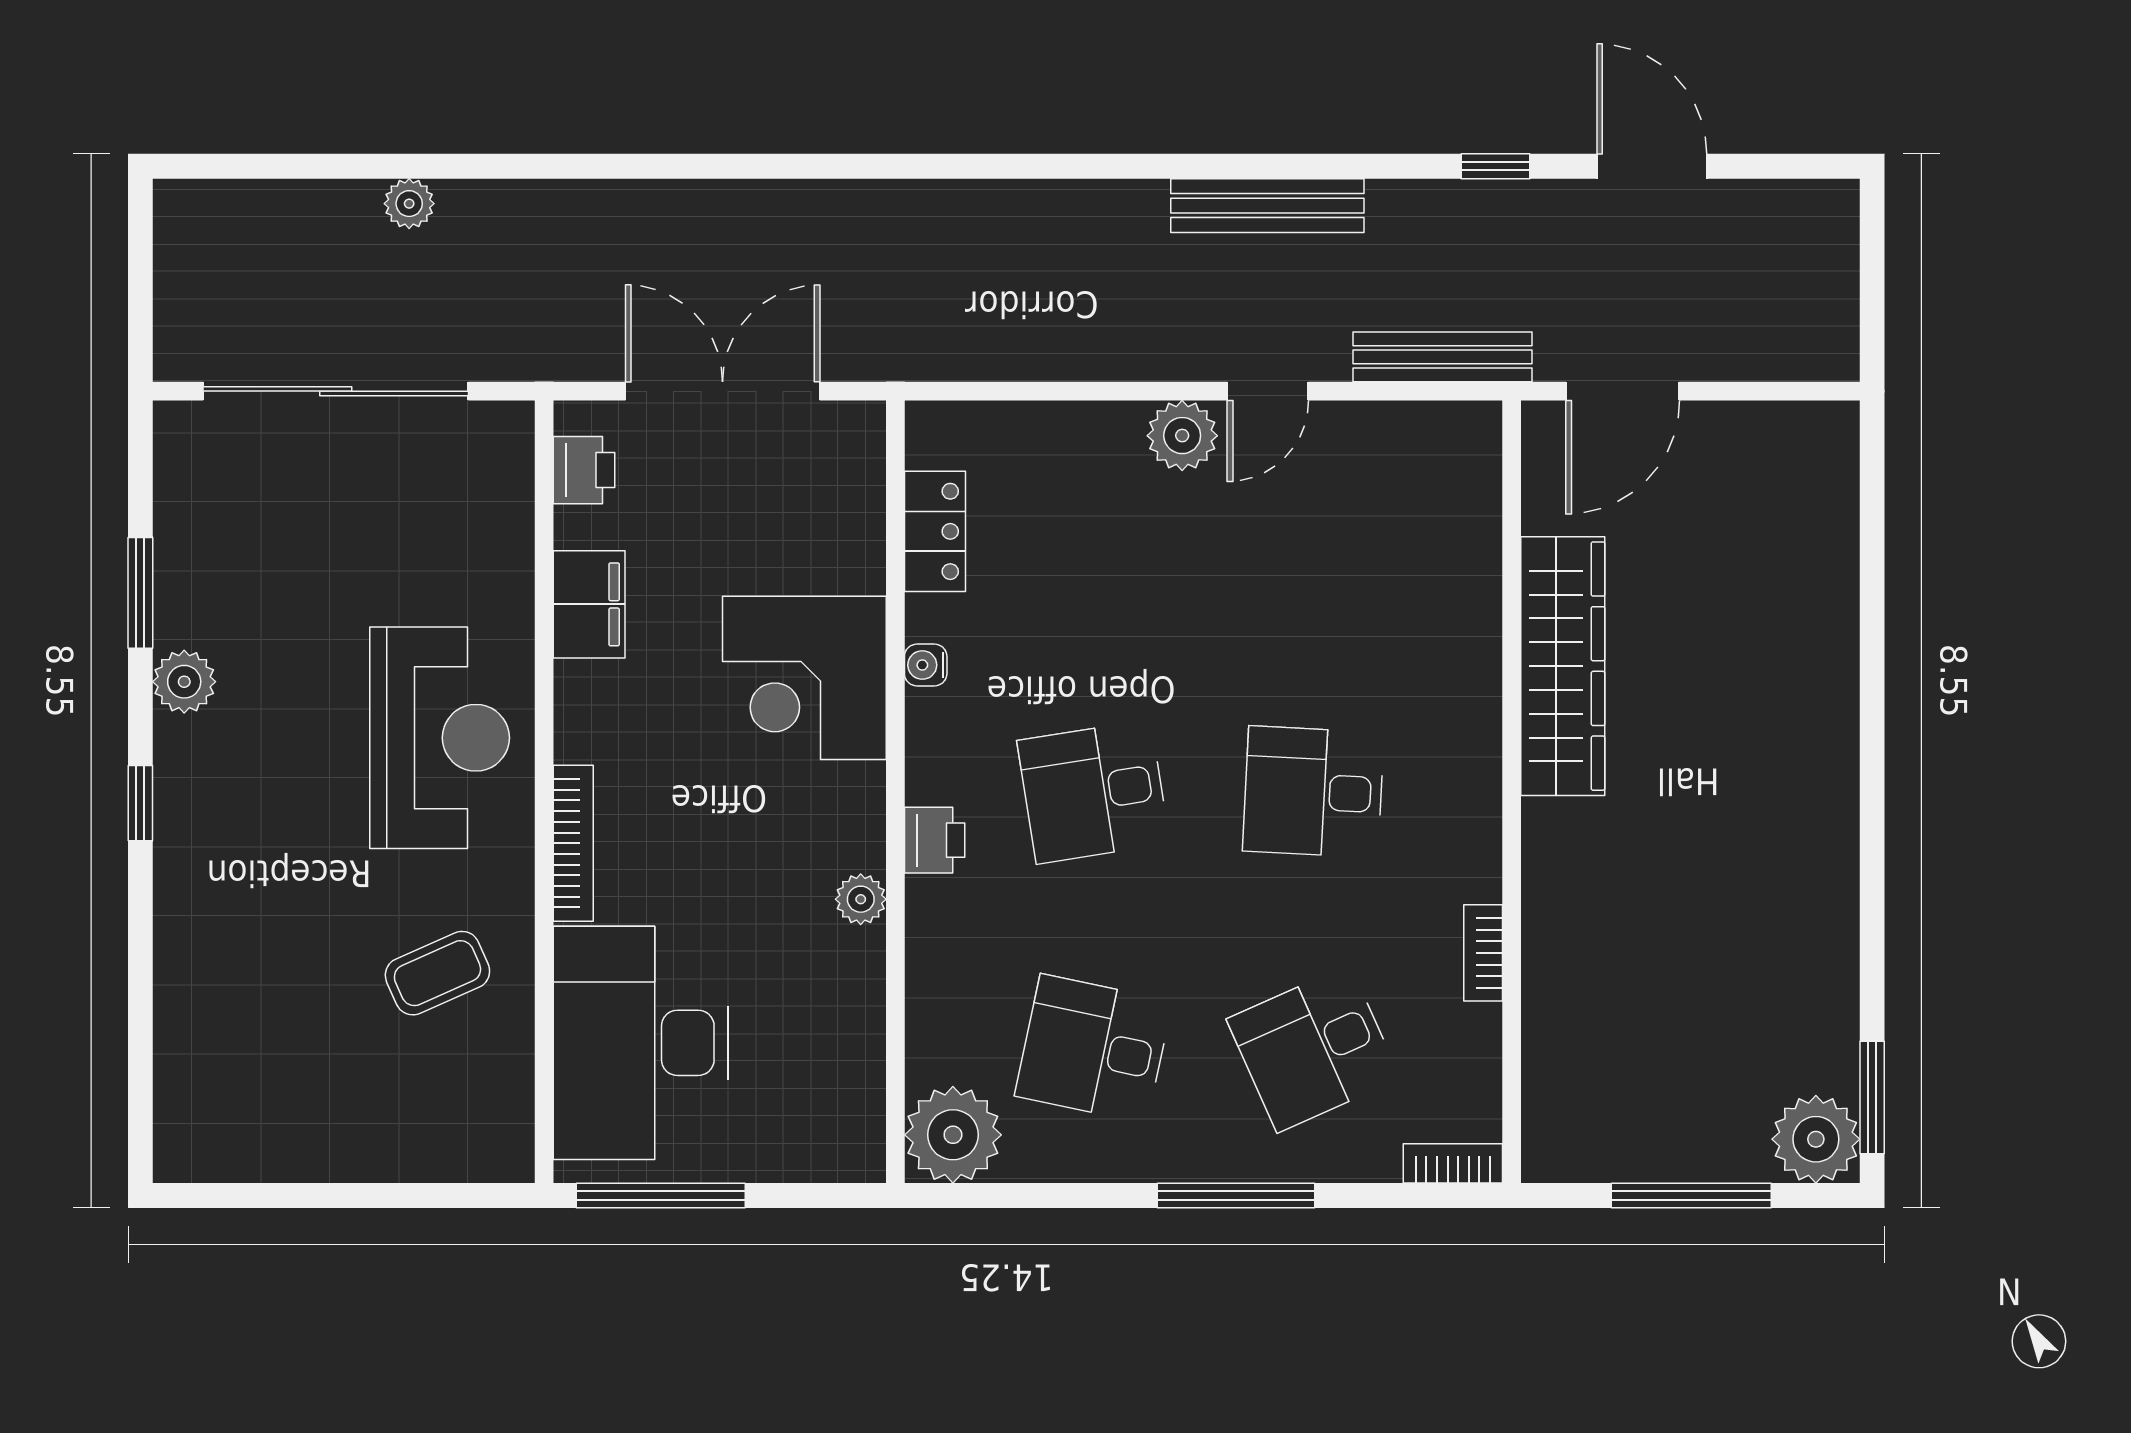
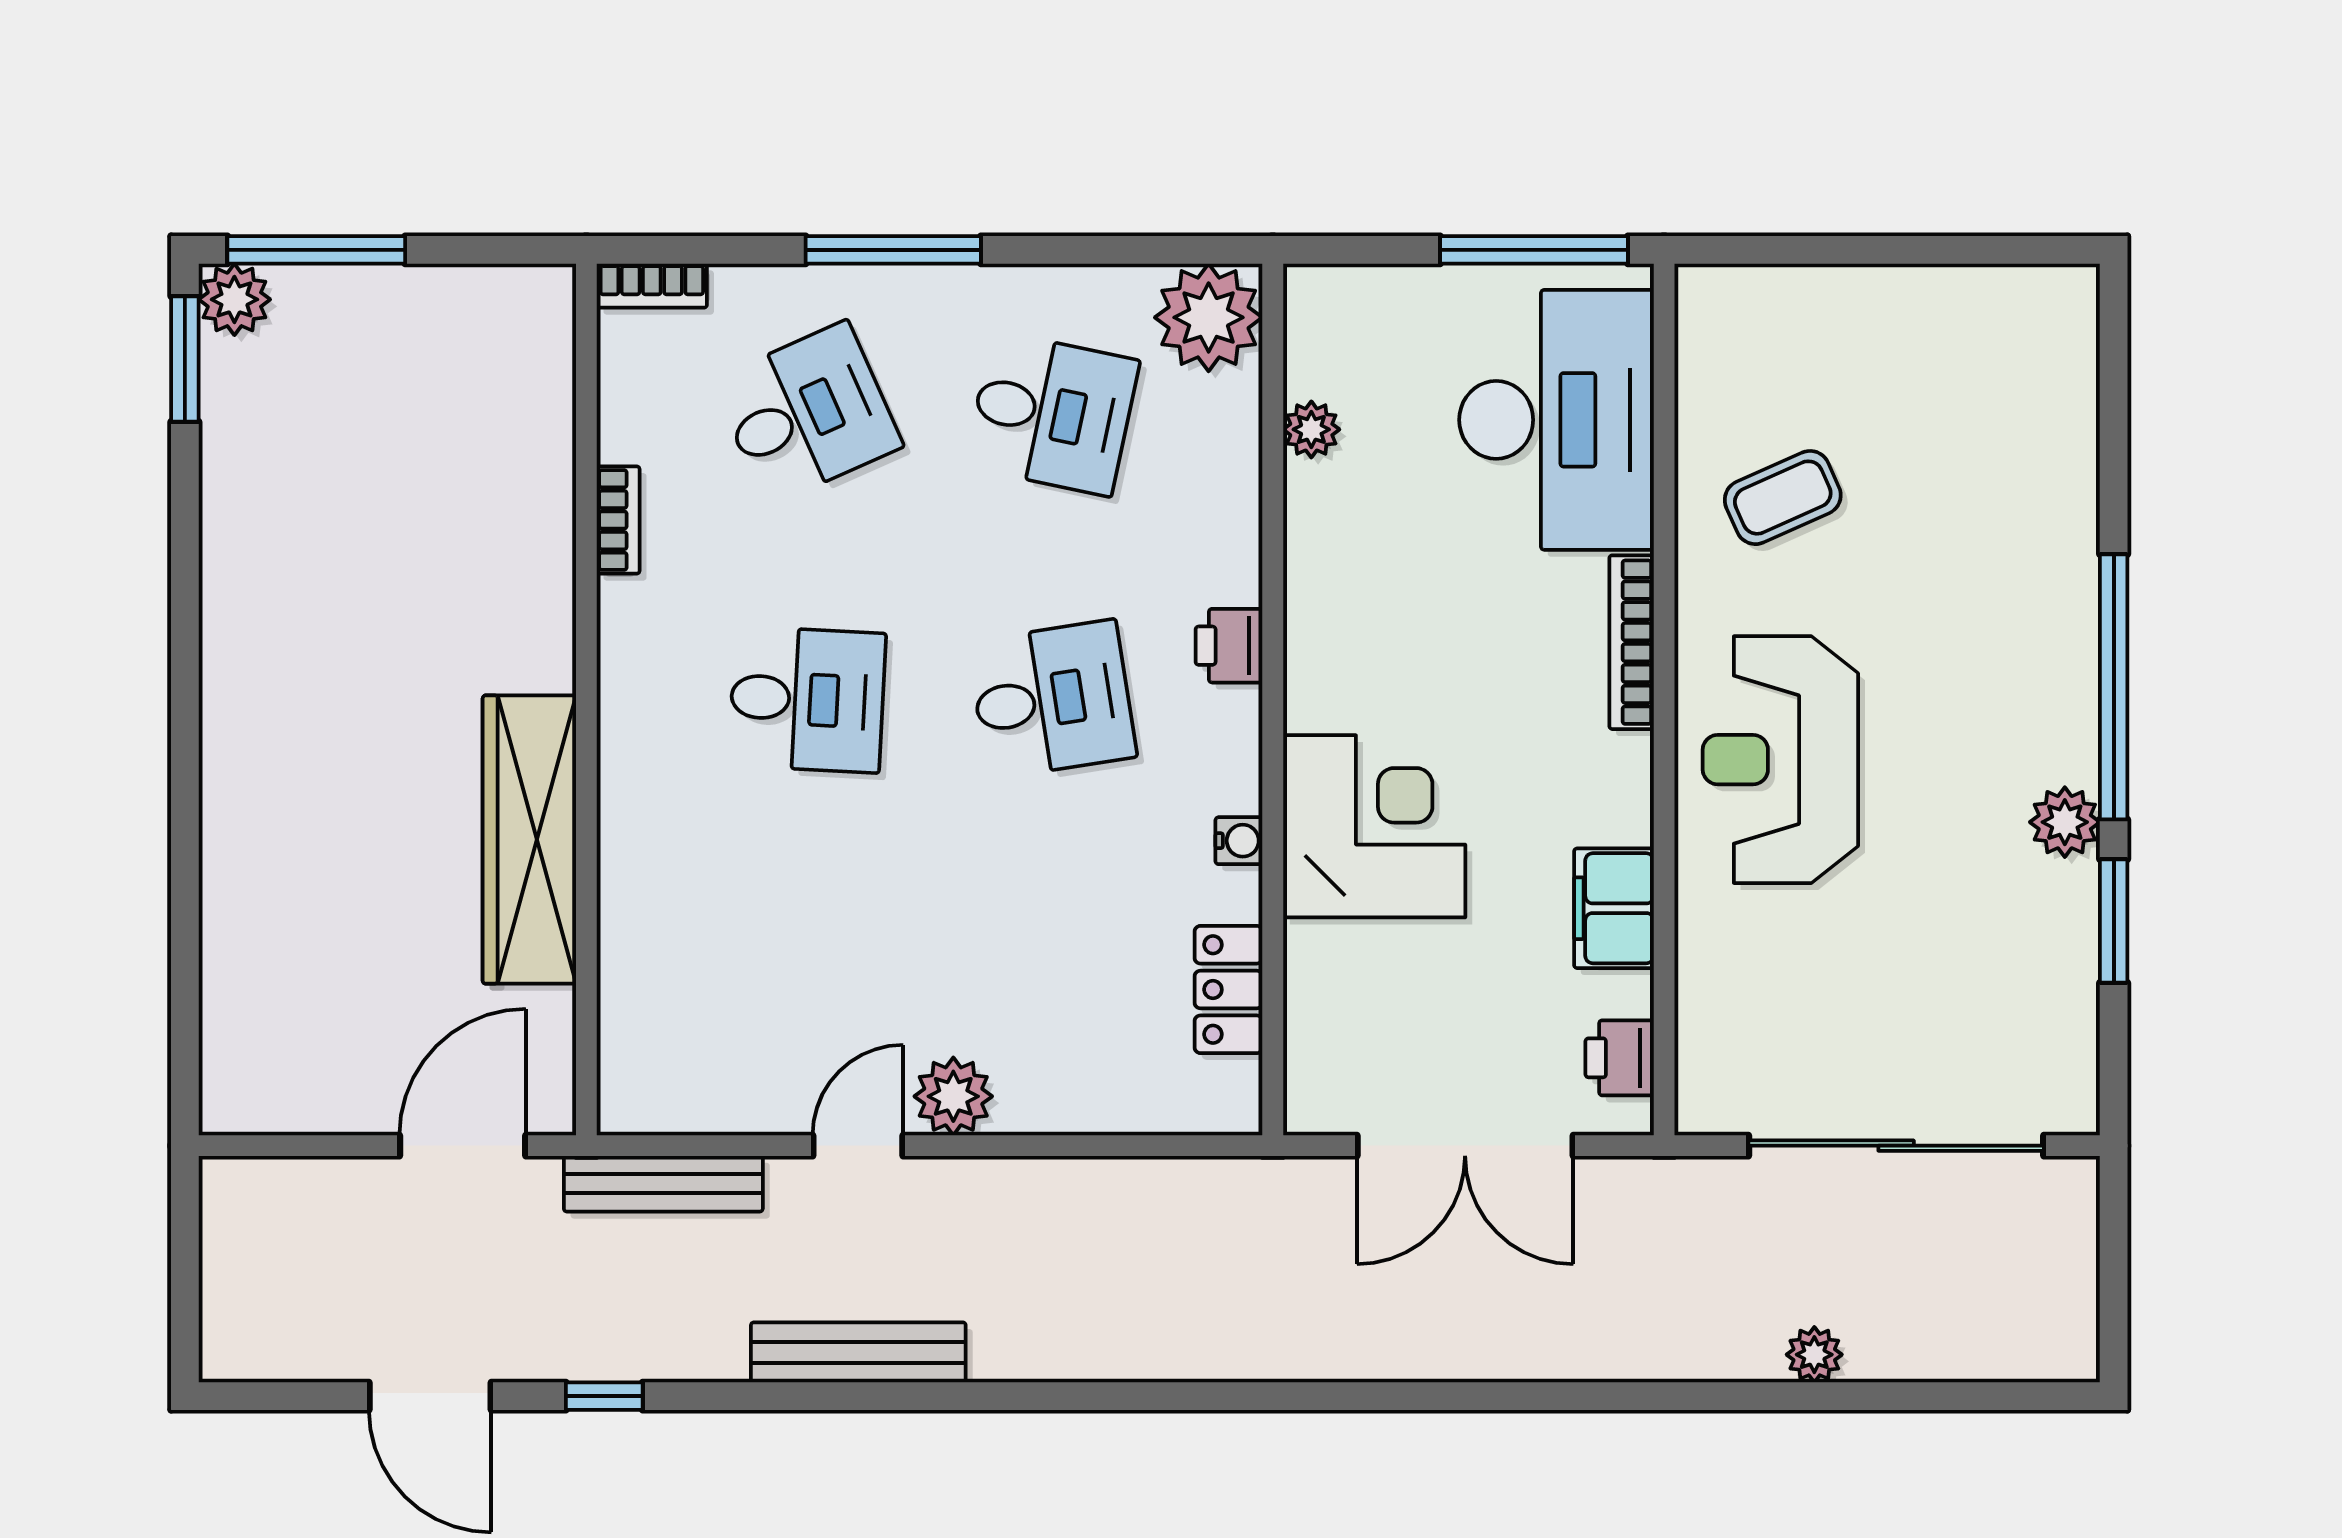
window: (140, 803) -> (2114, 687), width x3.17
plant: (861, 899) -> (1311, 429), moved
plant: (1816, 1139) -> (234, 299), width x0.73, depth x0.73
window: (1691, 1196) -> (316, 250), moved

